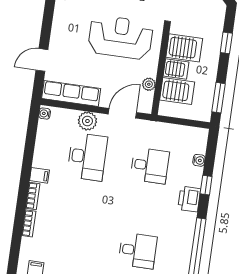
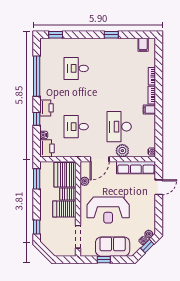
window: (226, 43) -> (37, 227), moved
server rack: (177, 91) -> (65, 175), width x1.60
printer: (197, 140) -> (47, 148), added

